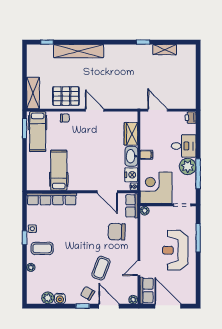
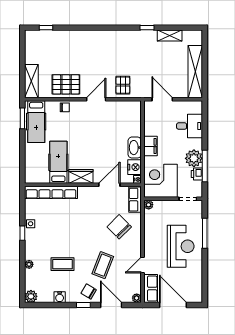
shelving: (79, 51) -> (195, 72), moved, turned 90
pallet: (120, 97) -> (123, 85), added
door: (95, 110) -> (96, 99), hinge flipped
printer: (191, 118) -> (197, 174), moved
wardrobe: (131, 134) -> (81, 176), moved, turned 90
desk: (184, 146) -> (190, 126), moved
filing cabinet: (146, 155) -> (150, 146), width x2.00
door: (107, 192) -> (109, 185), swing flipped
chair: (117, 232) -> (119, 227), turned 43
coffee table: (42, 248) -> (62, 264), moved
reception desk: (175, 250) -> (181, 246), turned 180
plant: (48, 298) -> (31, 296), moved

